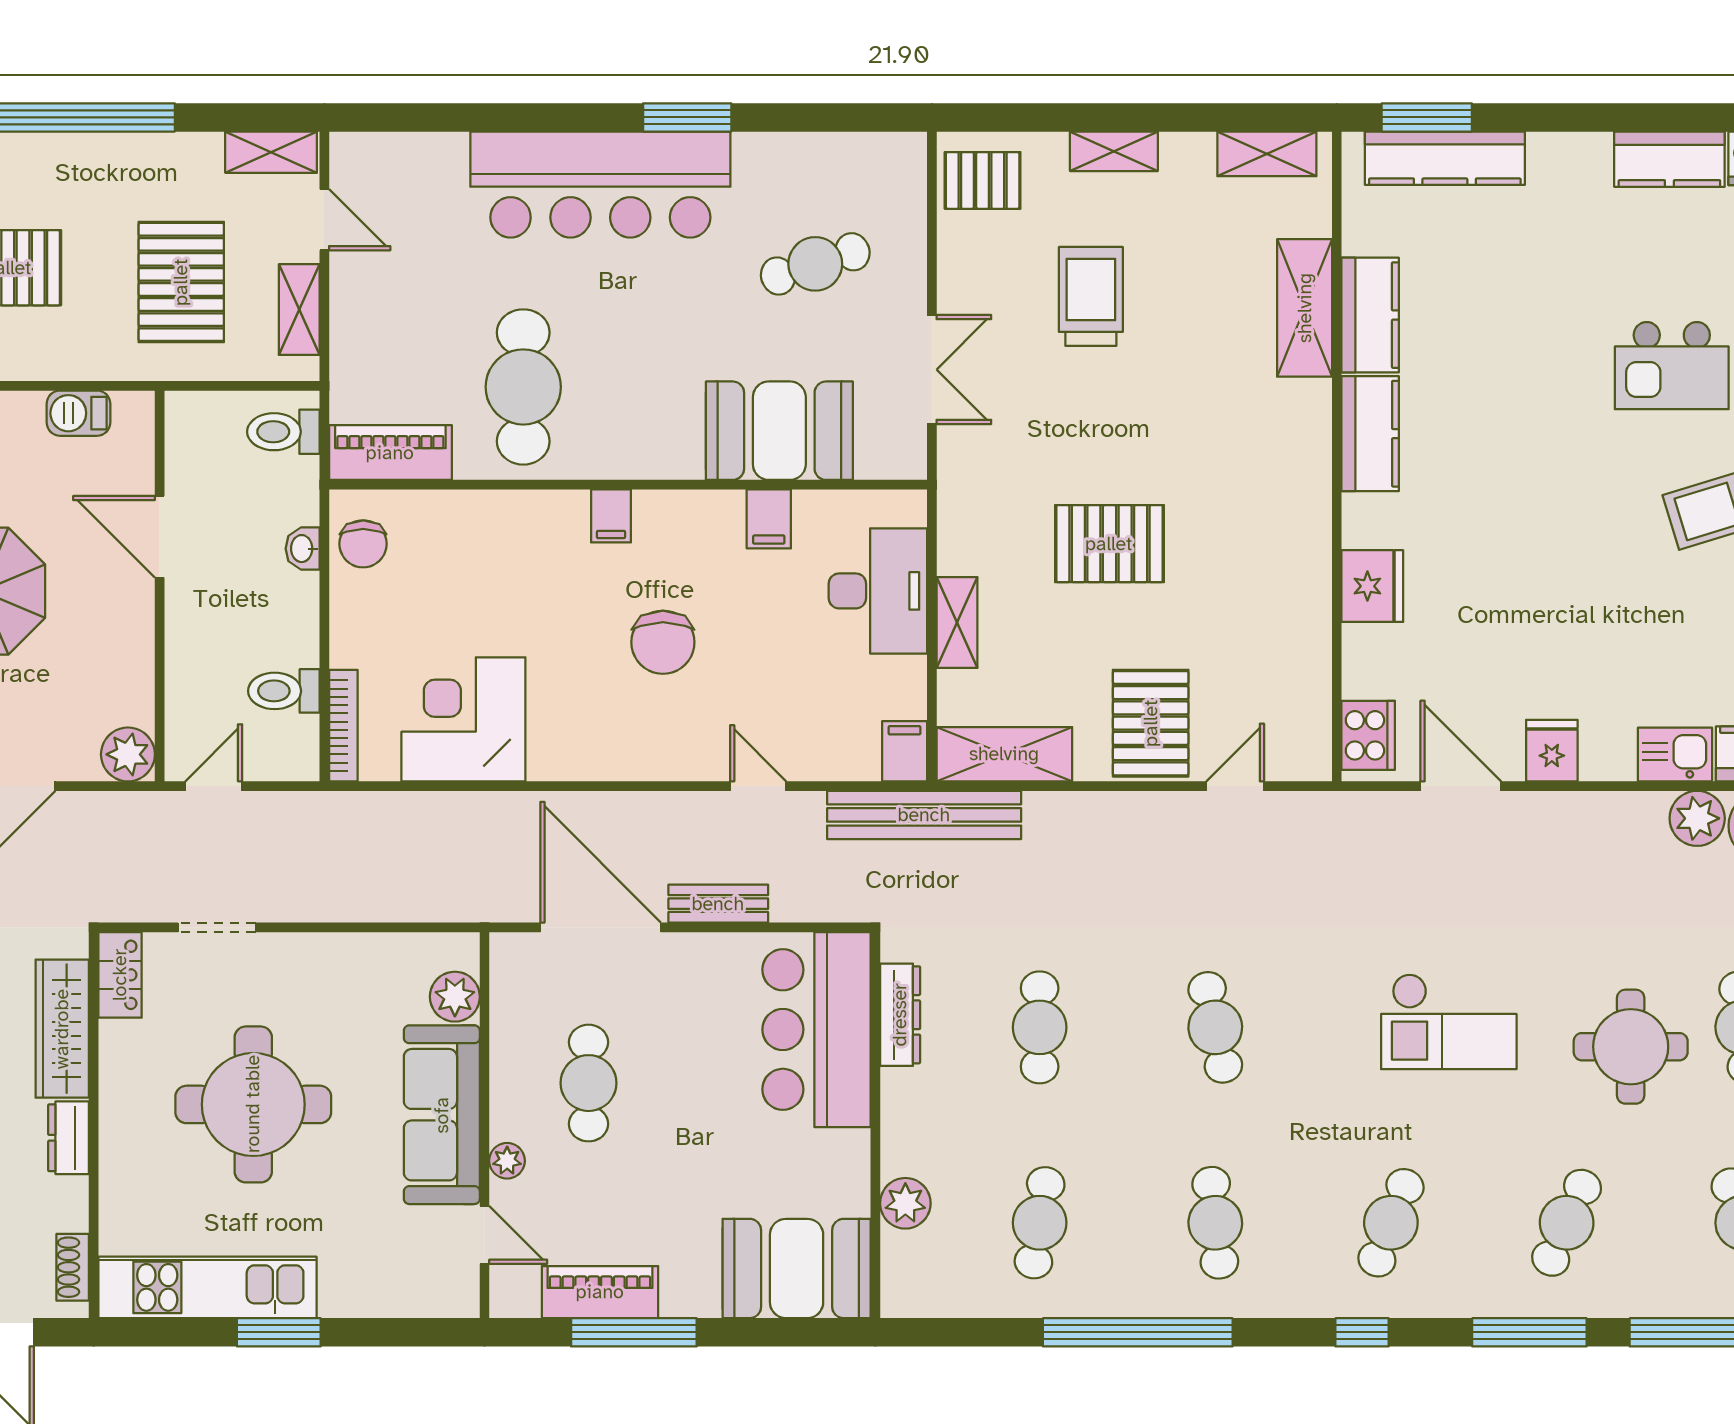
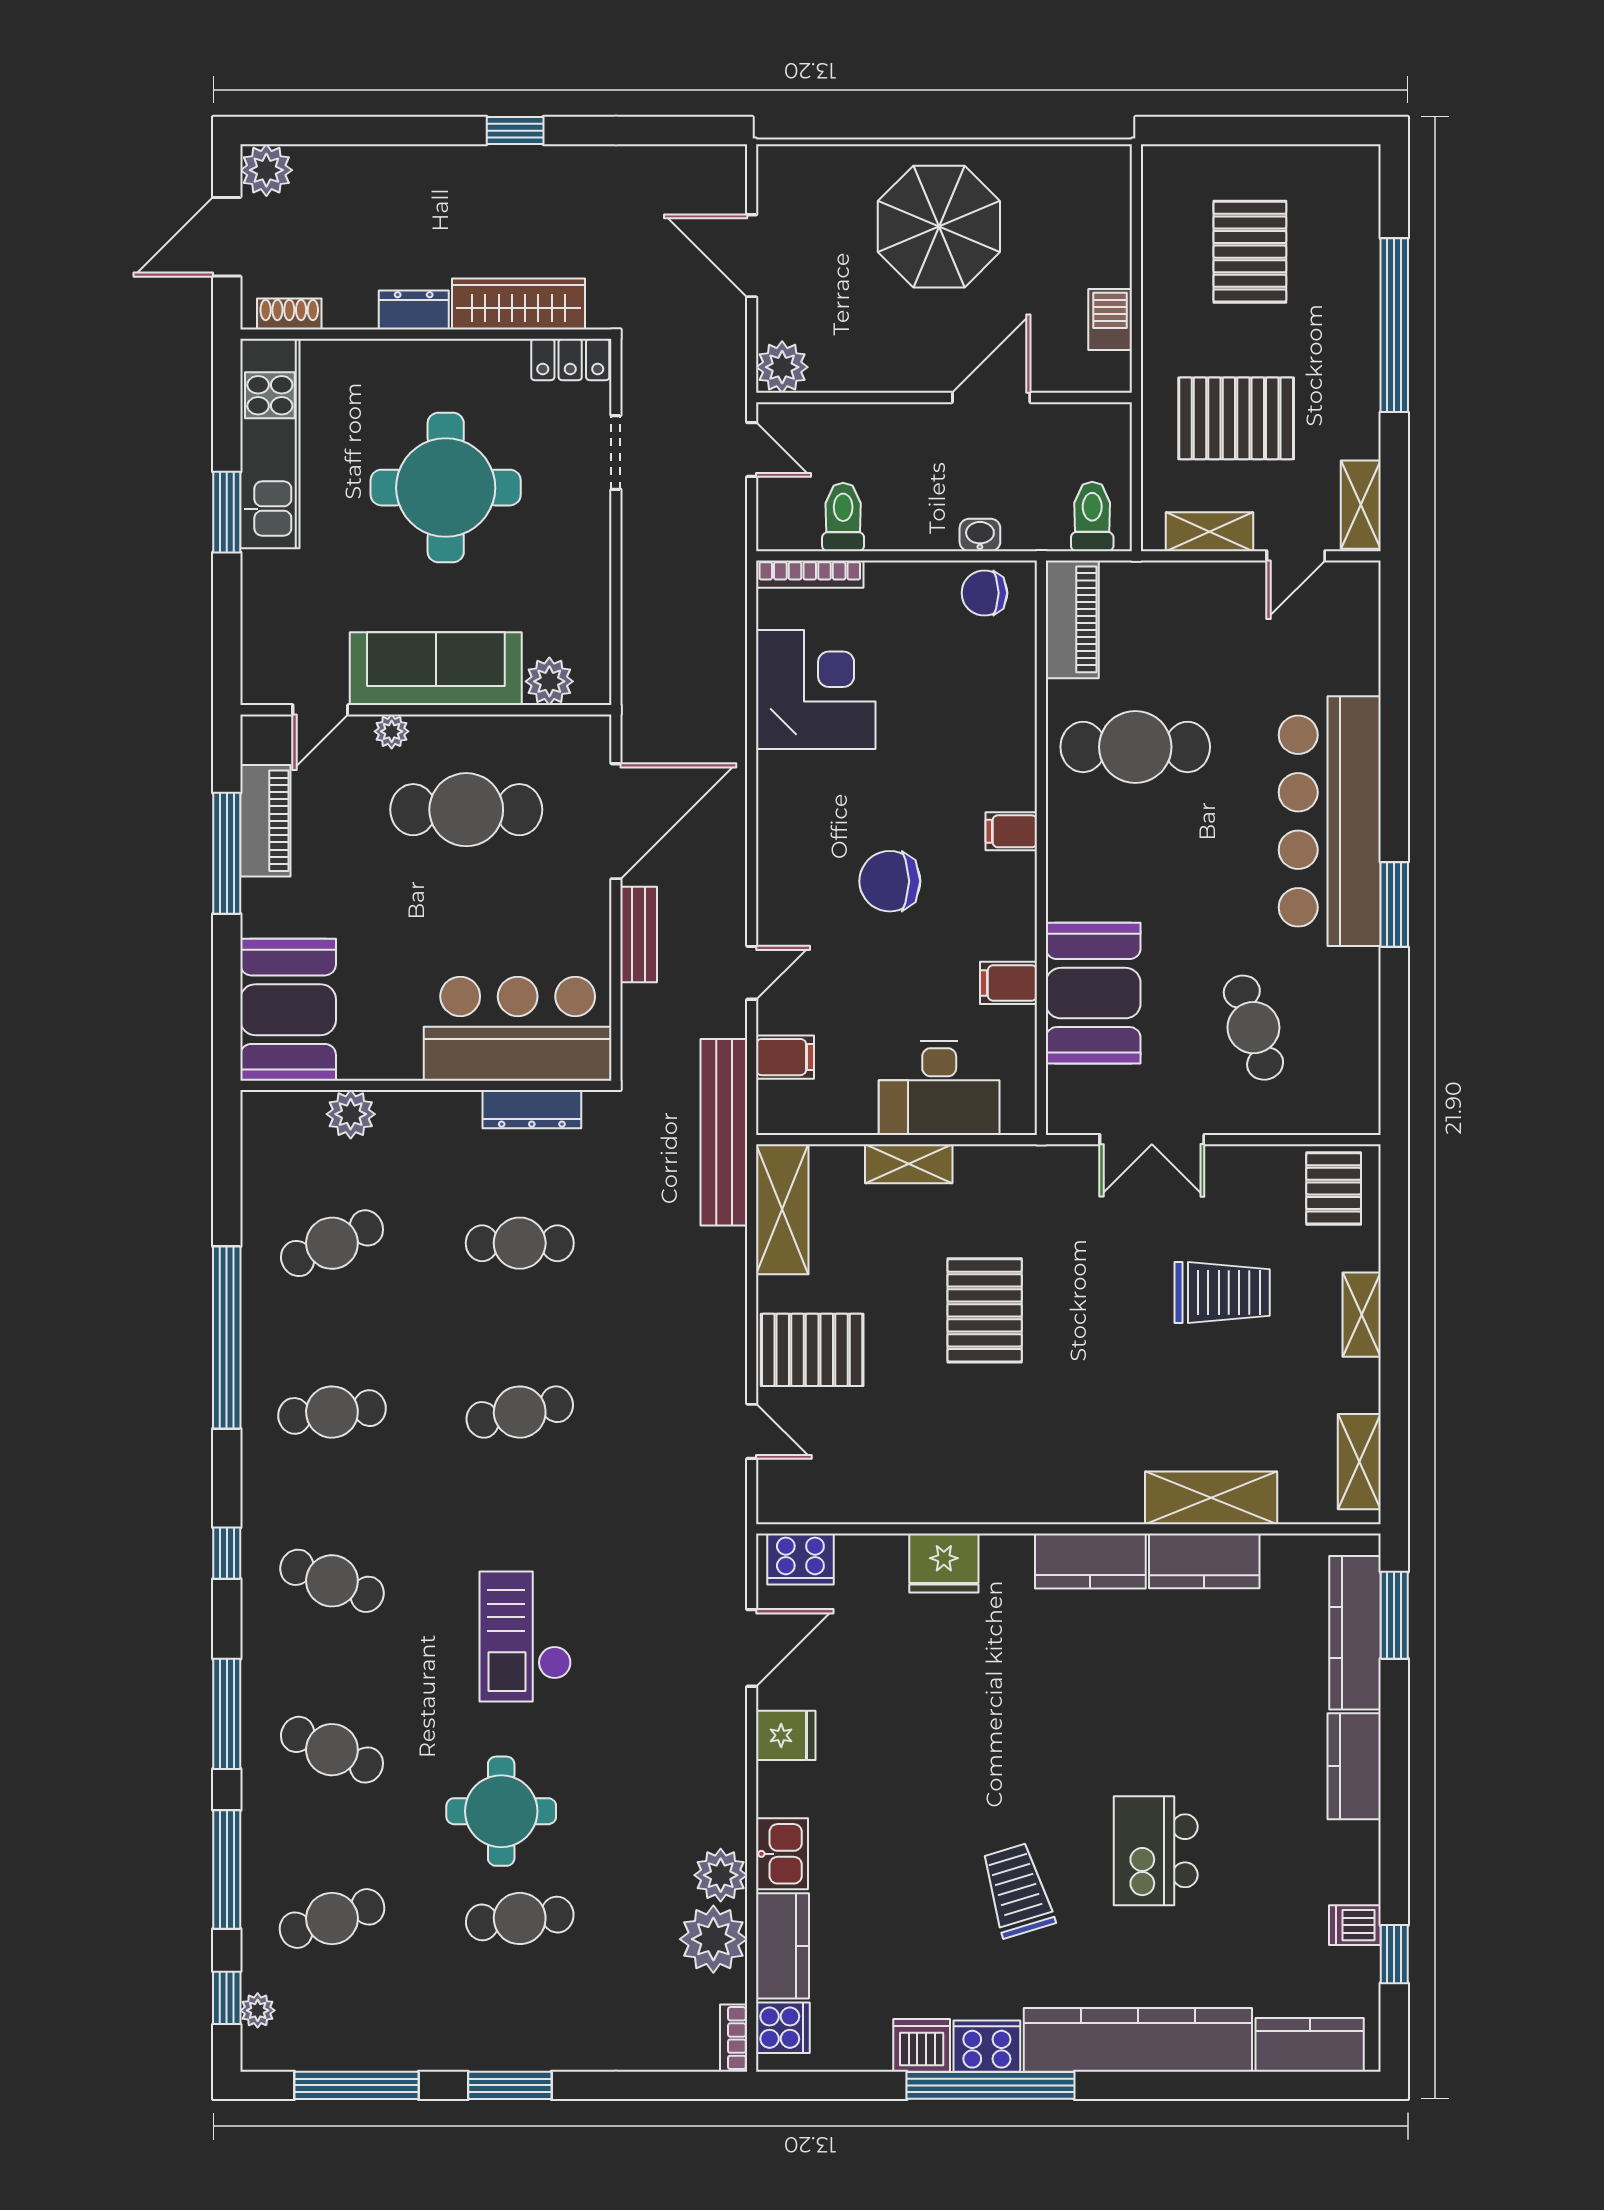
kitchen counter: (1669, 159) -> (1354, 1766), moved
filing cabinet: (905, 751) -> (785, 1057), moved
cafe table: (589, 1083) -> (466, 810), width x1.37, depth x1.35
cafe table: (1040, 1223) -> (332, 1243), turned -33

